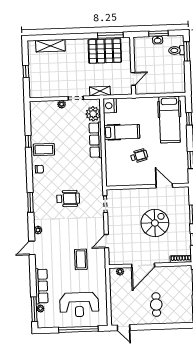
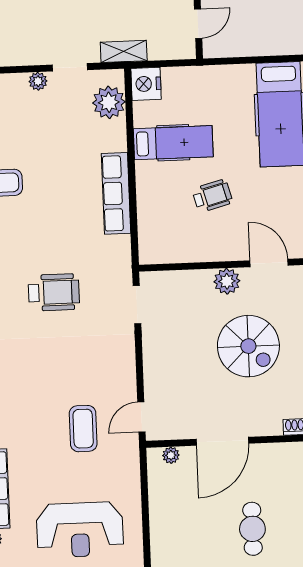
row of seats: (96, 140) -> (116, 193), moved
plant: (145, 194) -> (227, 281), added
spiral stairs: (155, 223) -> (248, 346), turned 90
door: (106, 241) -> (141, 417), moved

